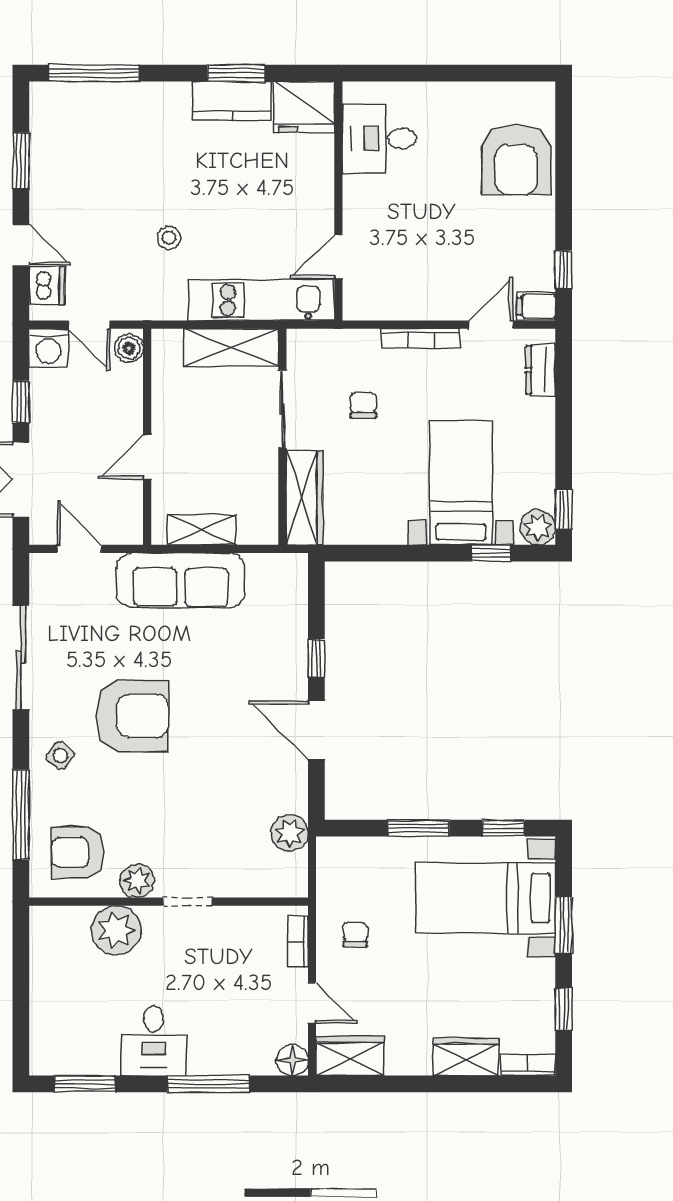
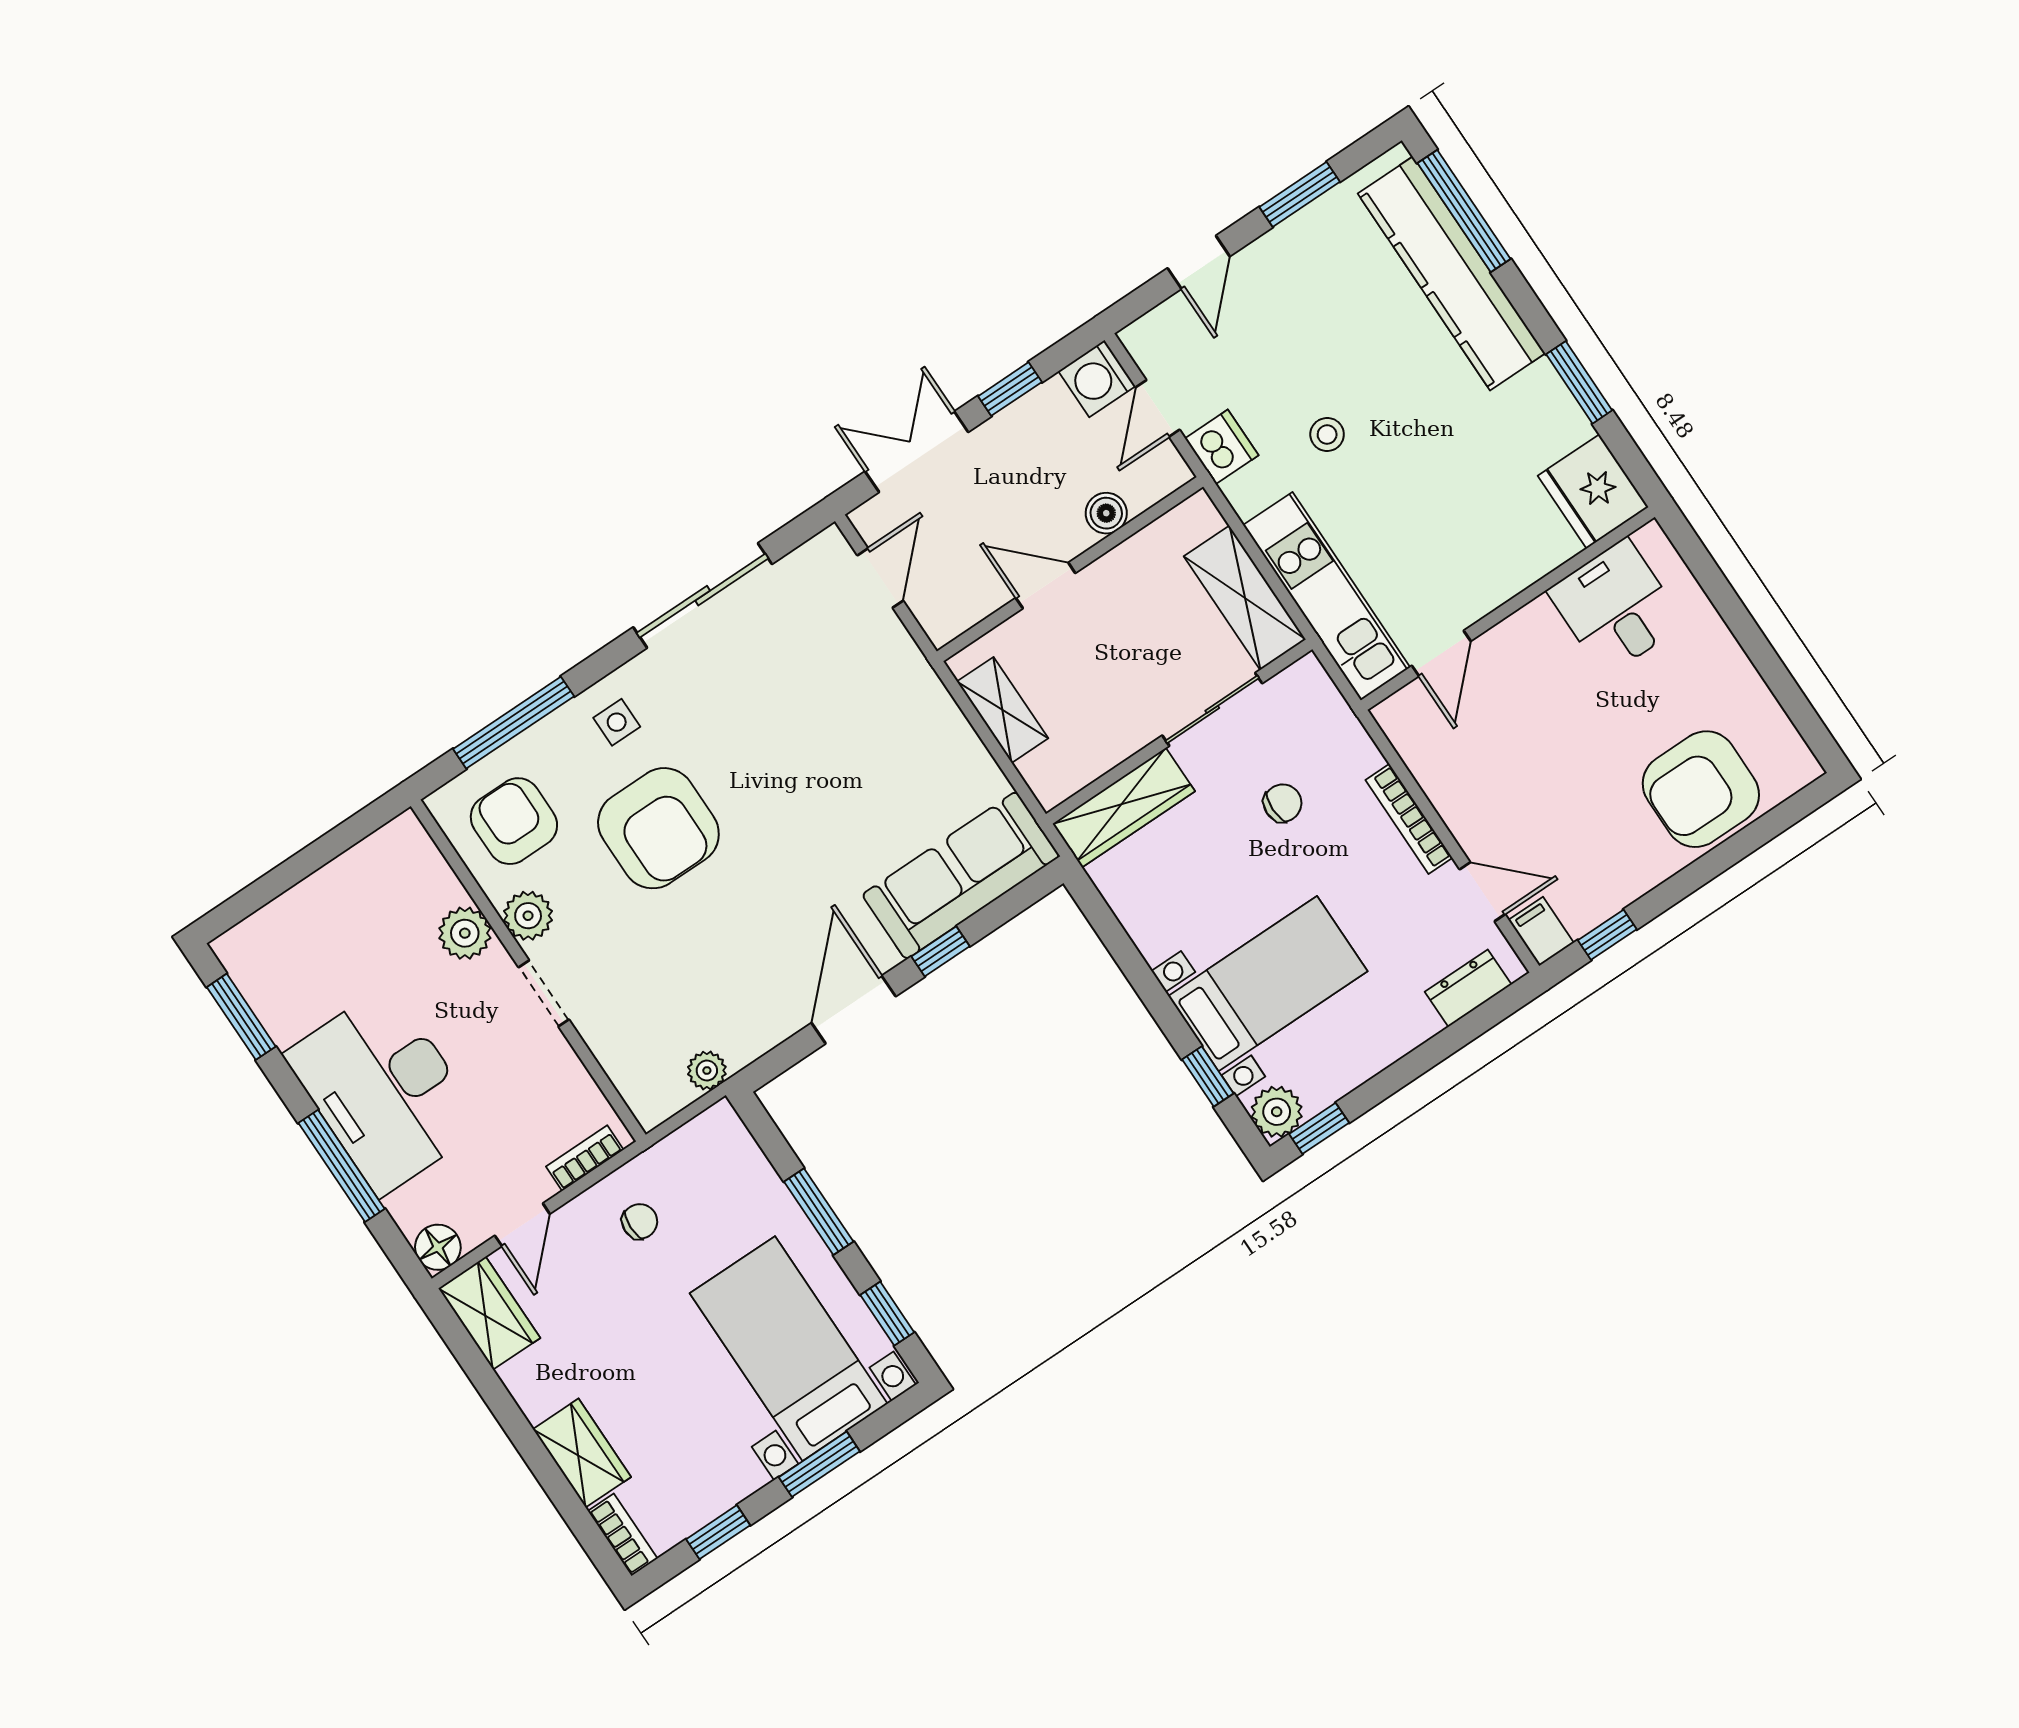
kitchen counter: (232, 101) -> (1451, 273), moved, width x2.08, depth x1.17
door: (338, 256) -> (1441, 653), swing flipped
dishwasher: (47, 286) -> (1222, 447), moved, turned -90
boiler: (129, 348) -> (1106, 513), moved
sofa: (181, 580) -> (961, 875), moved, turned 90
armchair: (132, 716) -> (658, 828), moved
side table: (60, 755) -> (617, 722), turned -38
plant: (290, 833) -> (707, 1071), width x0.73, depth x0.73
plant: (116, 930) -> (465, 933), width x0.73, depth x0.73
desk: (154, 1041) -> (384, 1090), width x1.87, depth x1.30

